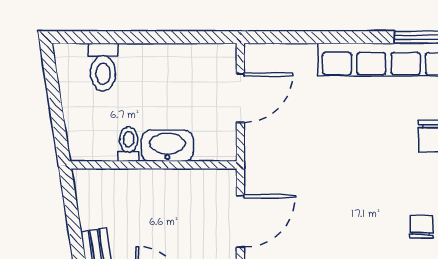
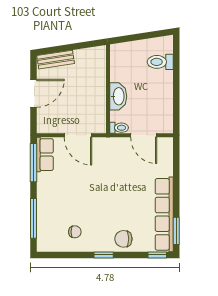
toilet: (129, 144) -> (119, 128), moved

